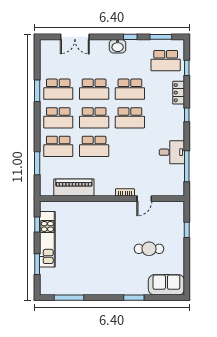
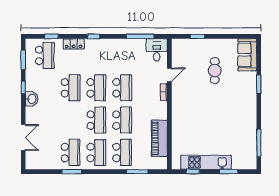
school desk: (94, 89) -> (122, 88), moved
desk: (172, 152) -> (157, 50), moved
door: (144, 199) -> (169, 75), hinge flipped

